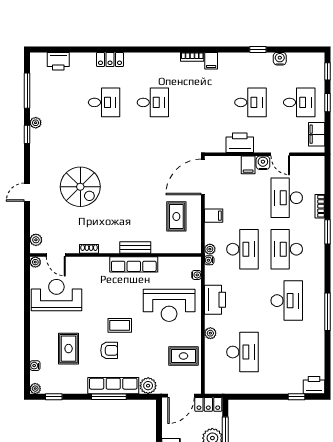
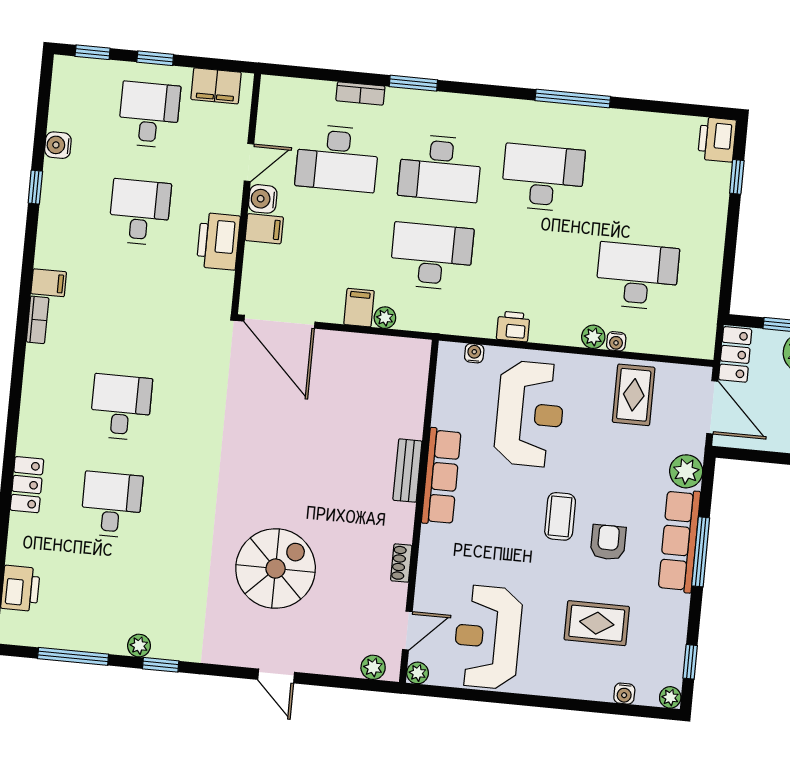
rug: (176, 216) -> (353, 382), removed
plant: (210, 249) -> (385, 318), moved
water cooler: (209, 260) -> (616, 341), moved
printer: (215, 300) -> (513, 326), width x0.53, depth x0.68

